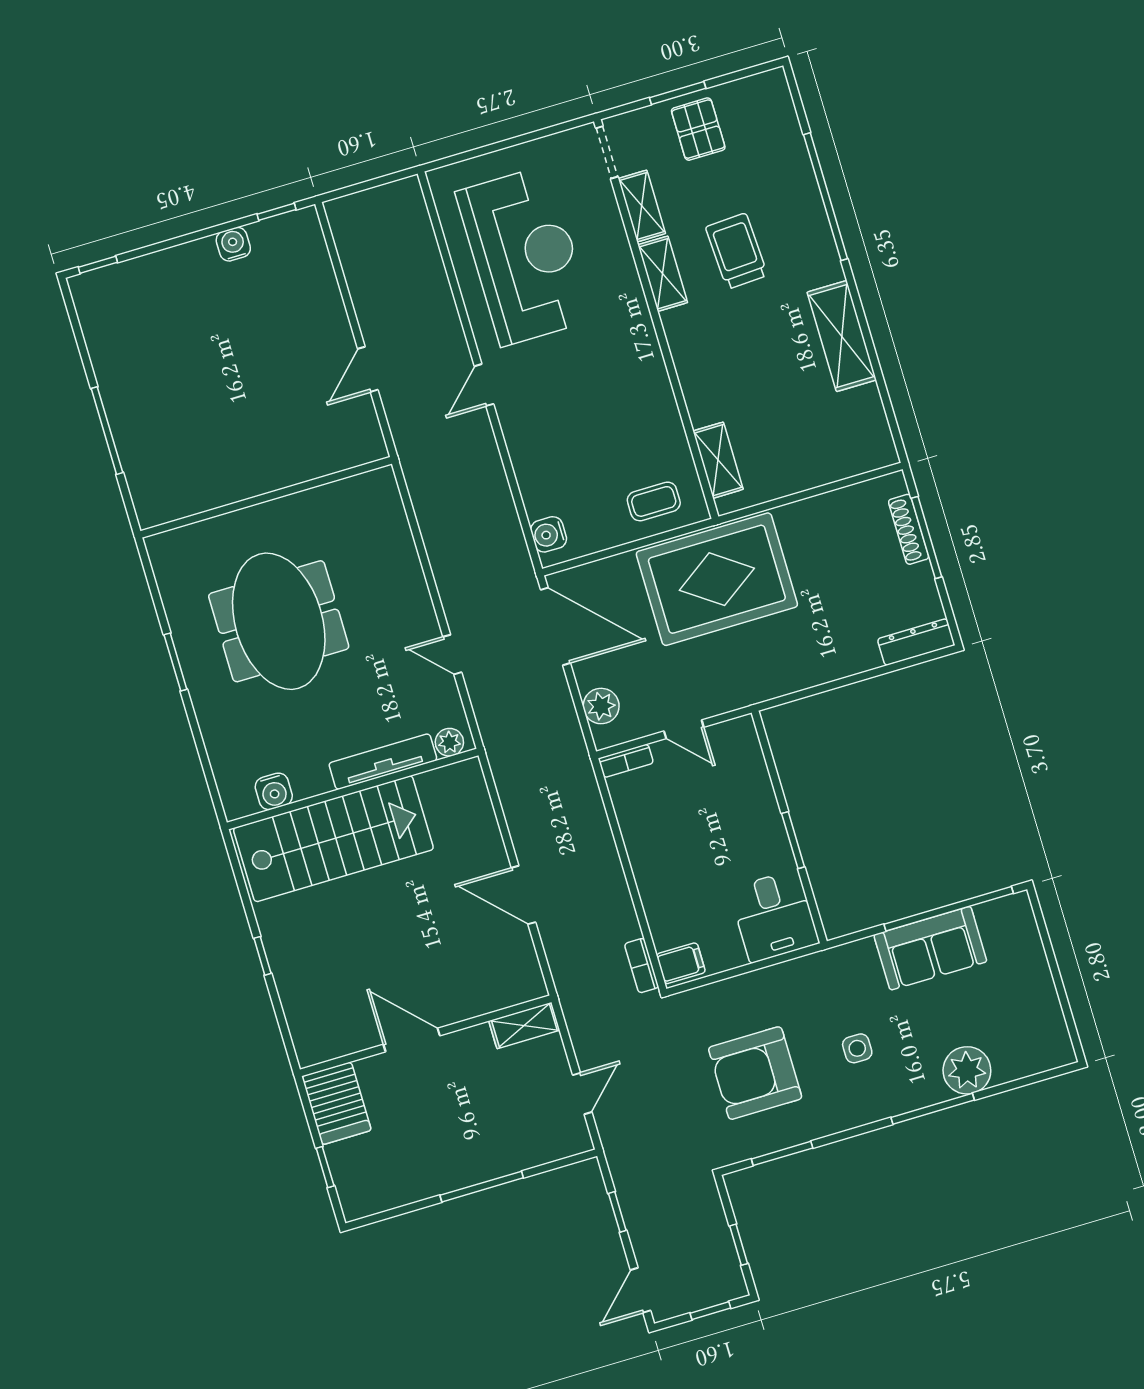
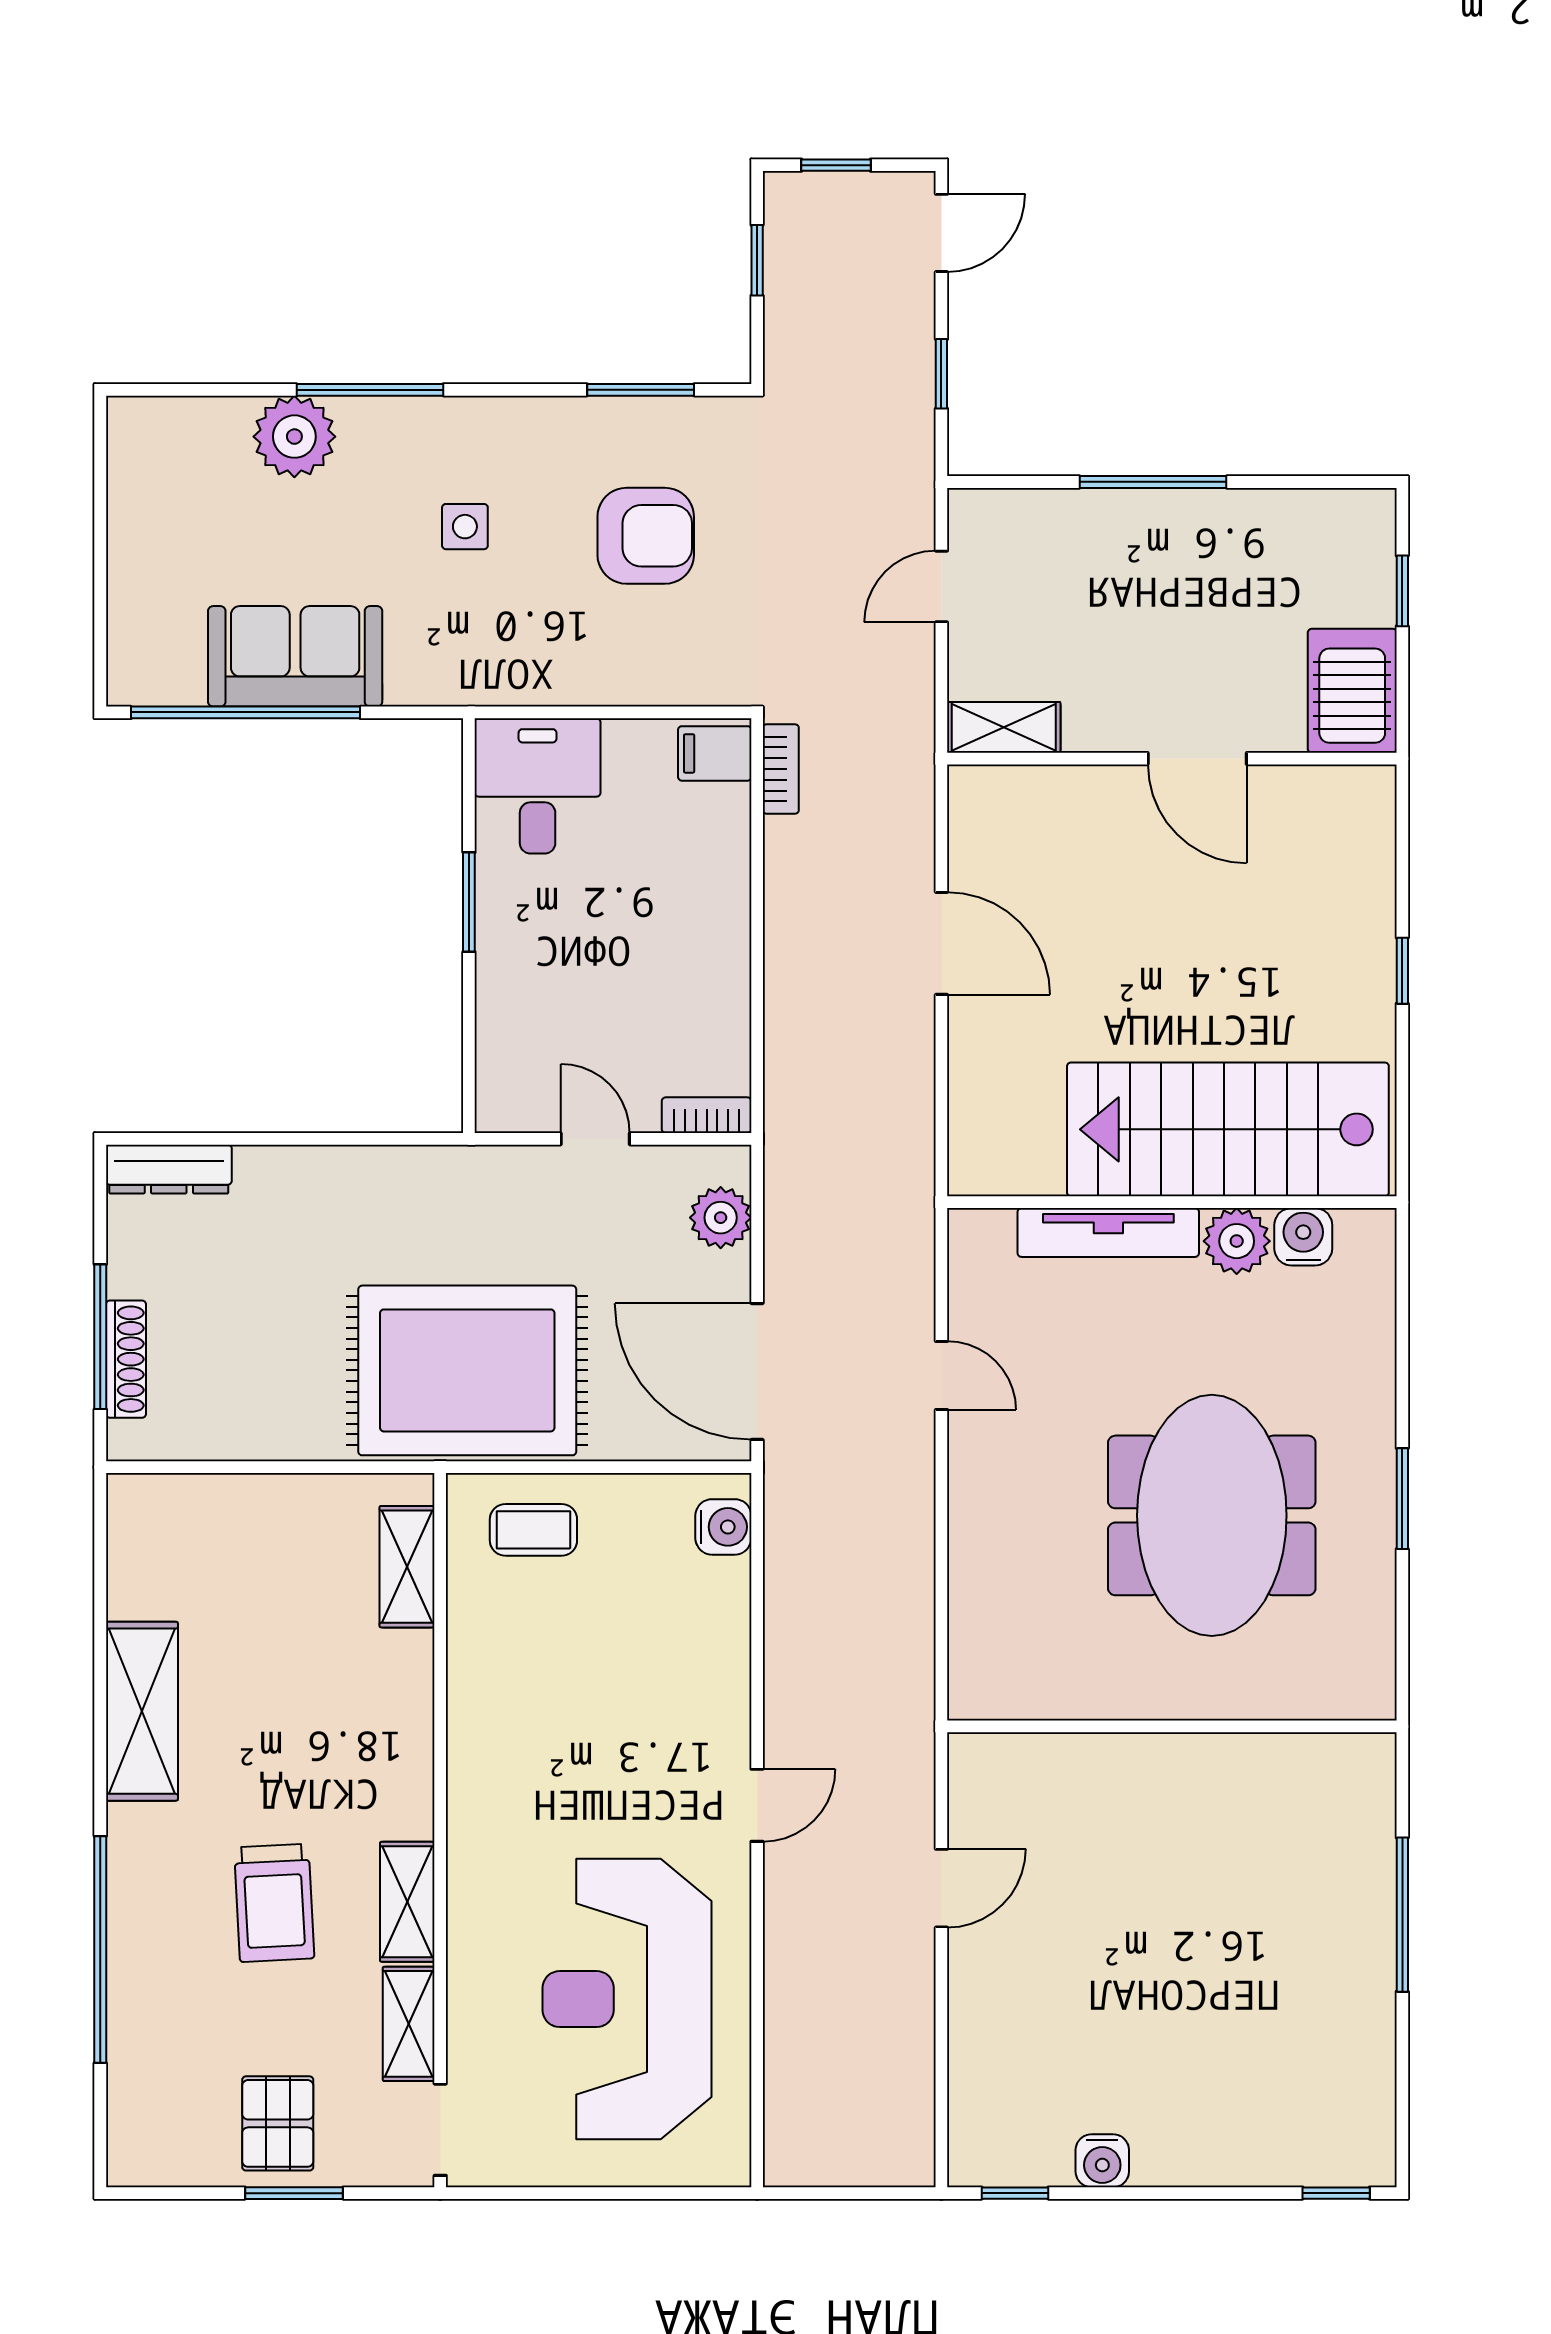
plant: (449, 742) -> (1237, 1241), moved, width x1.38, depth x1.38
armchair: (755, 1073) -> (646, 536), width x0.73, depth x0.73

